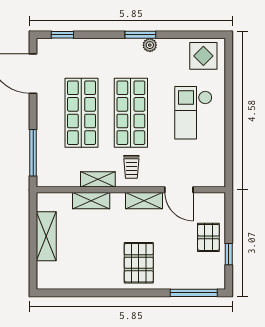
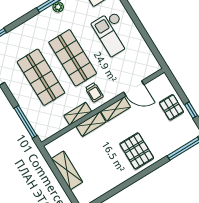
shelving: (91, 201) -> (91, 124), moved

